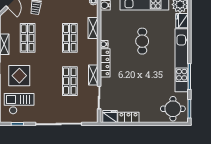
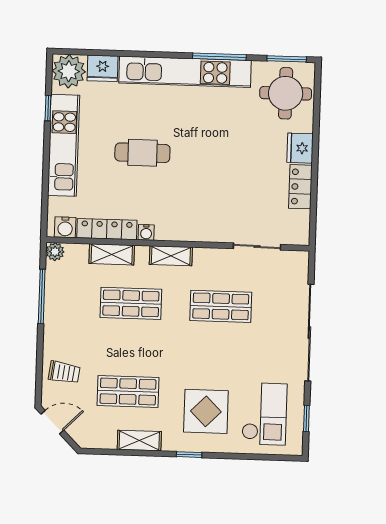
locker: (105, 63) -> (107, 229), moved
shelving: (93, 75) -> (171, 256), moved
checkout: (19, 104) -> (264, 414), turned 180
fridge: (110, 117) -> (300, 148), moved

